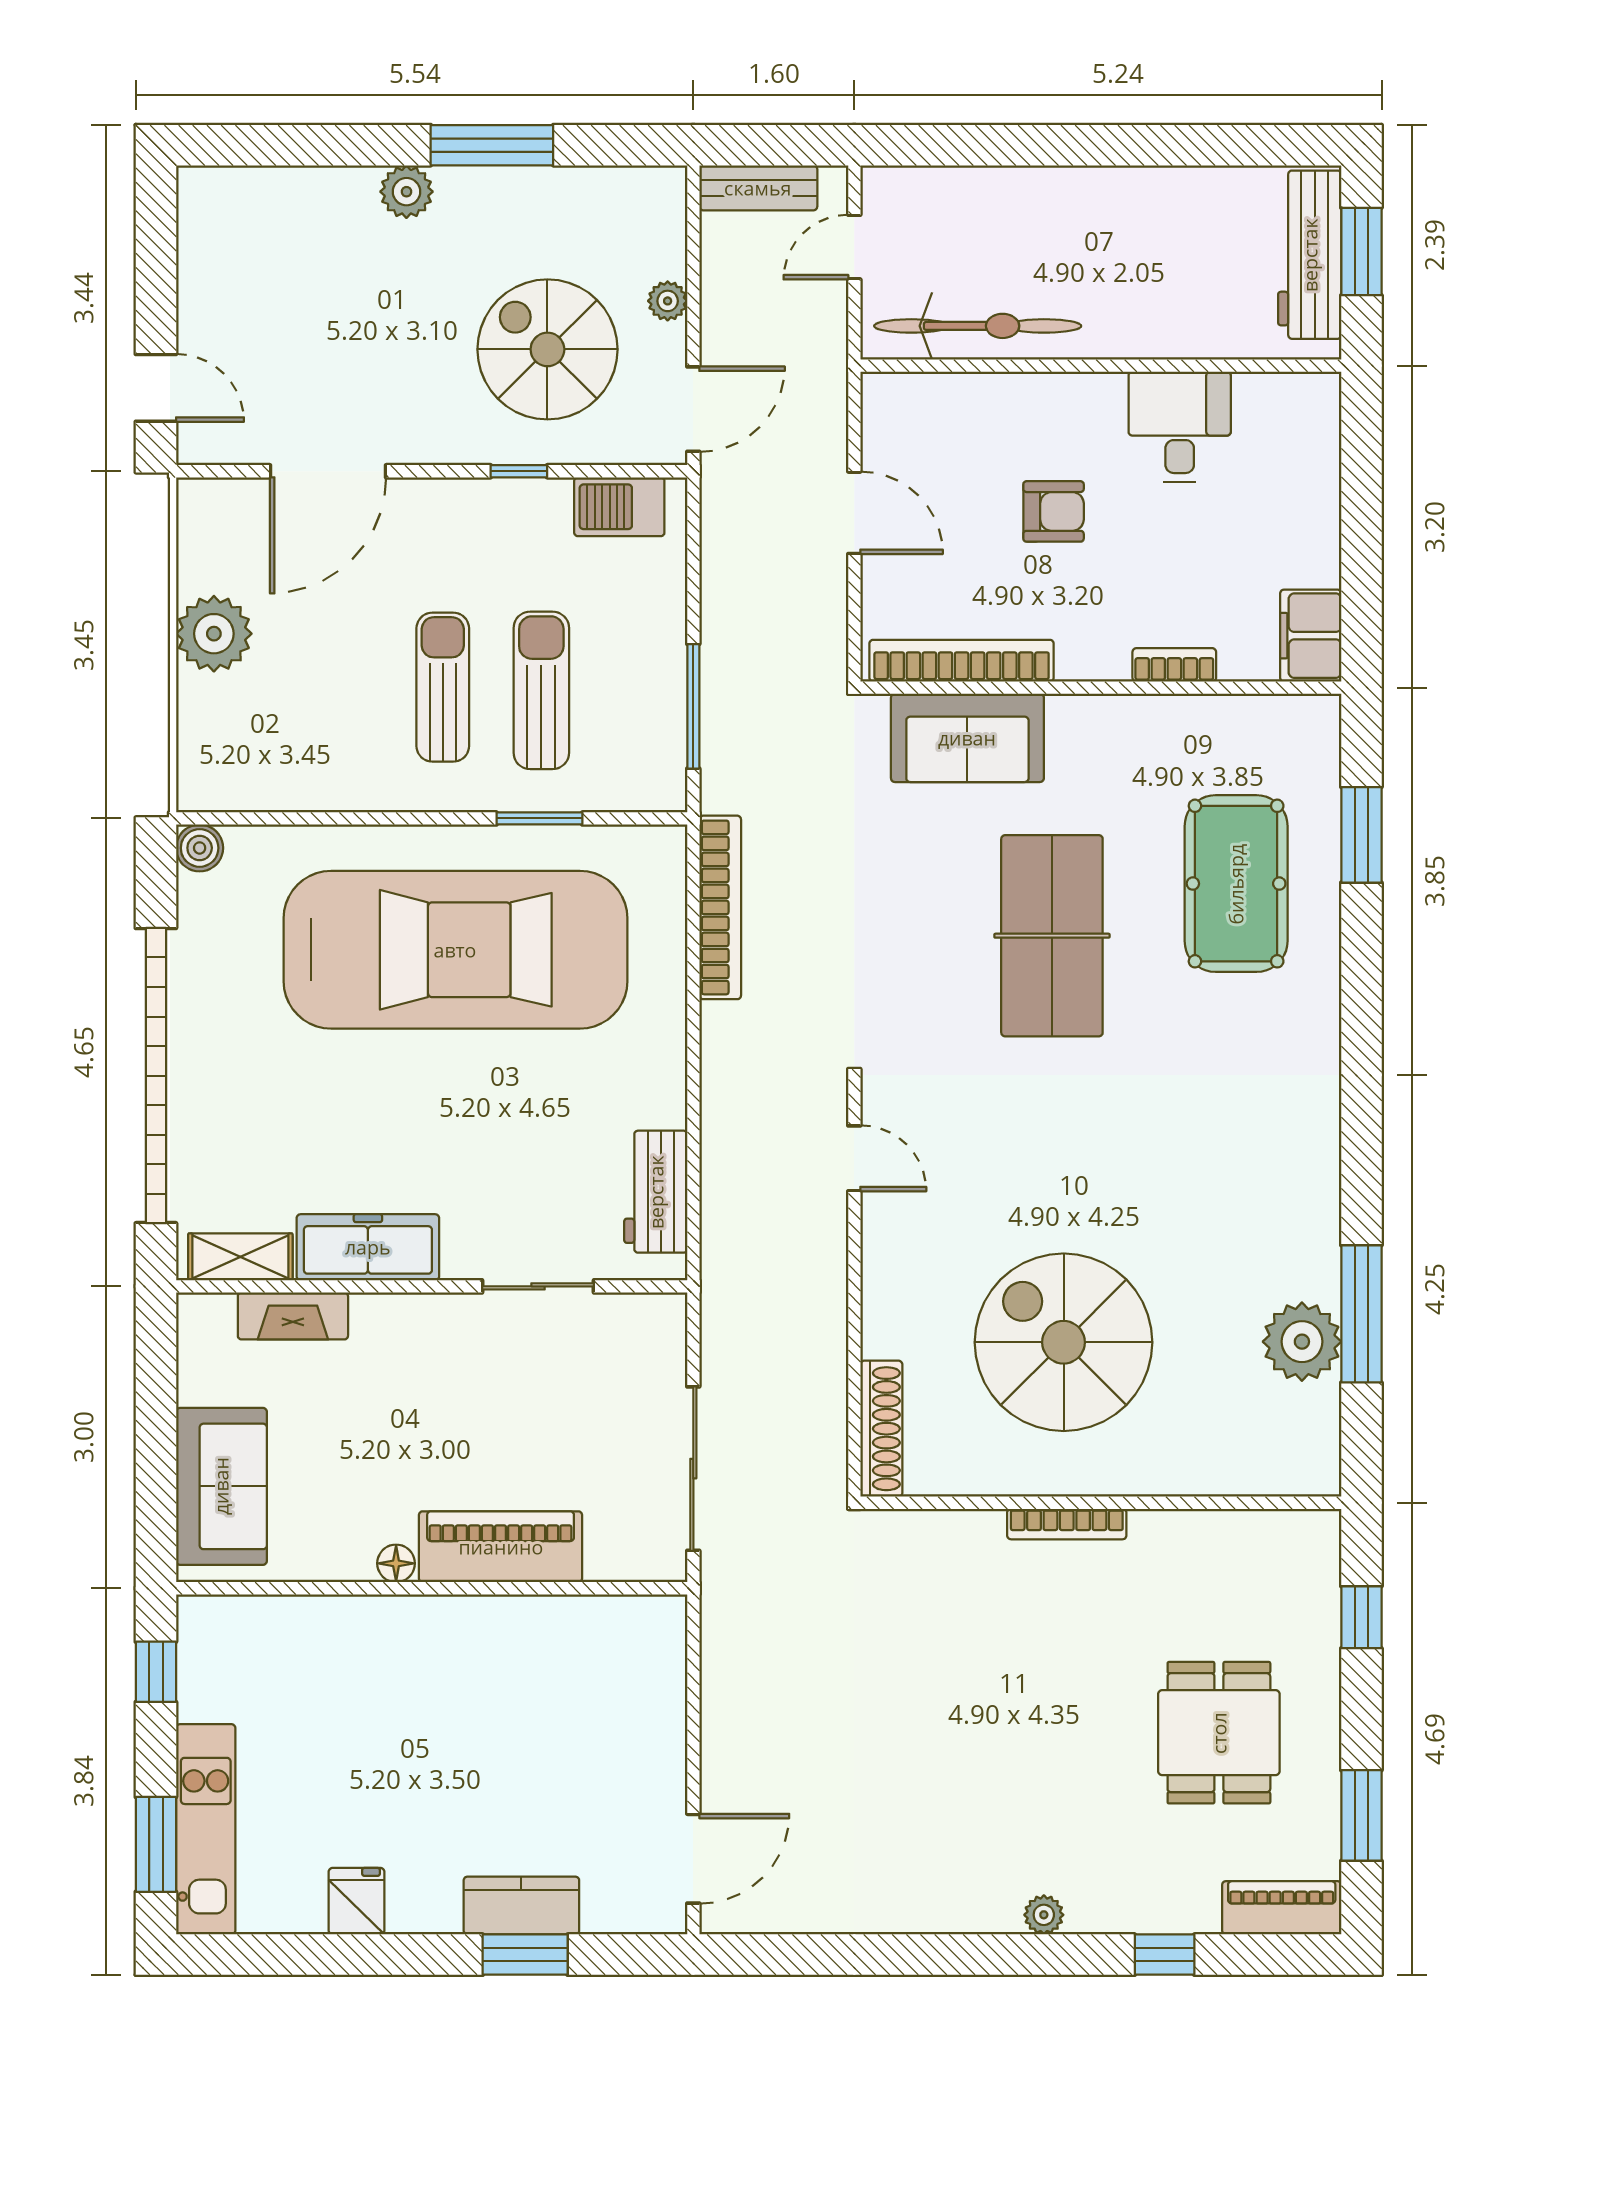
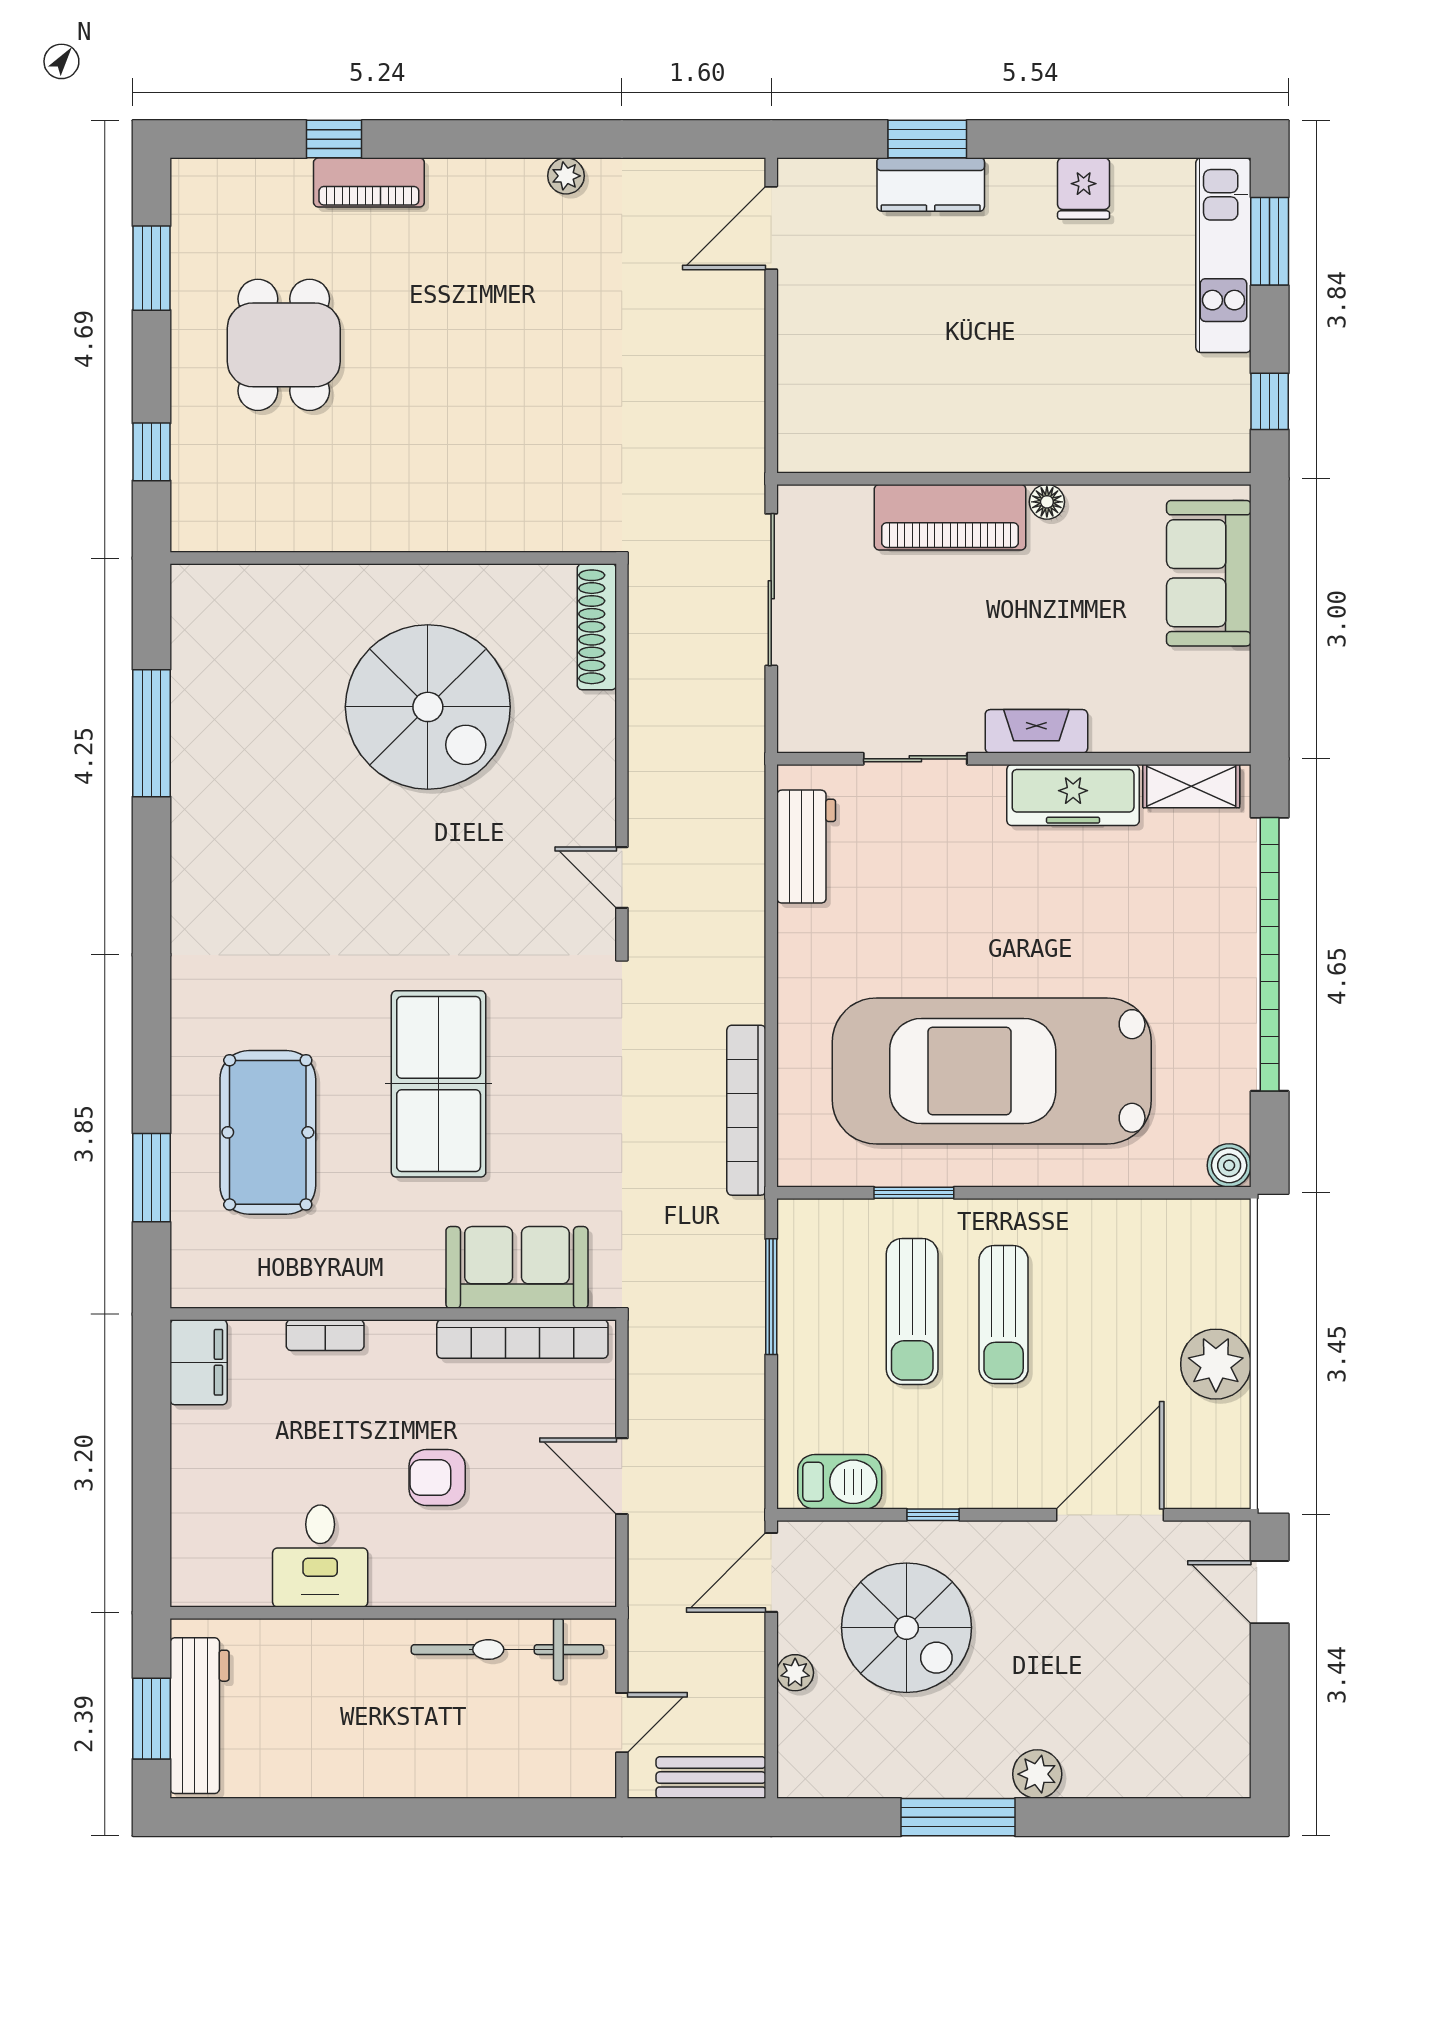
fireplace: (293, 1316) -> (1036, 731), moved
plant: (1302, 1342) -> (207, 707), removed
bookcase: (1067, 1524) -> (425, 538), removed
piano: (1282, 1908) -> (369, 182), moved
plant: (1044, 1915) -> (566, 176), moved

